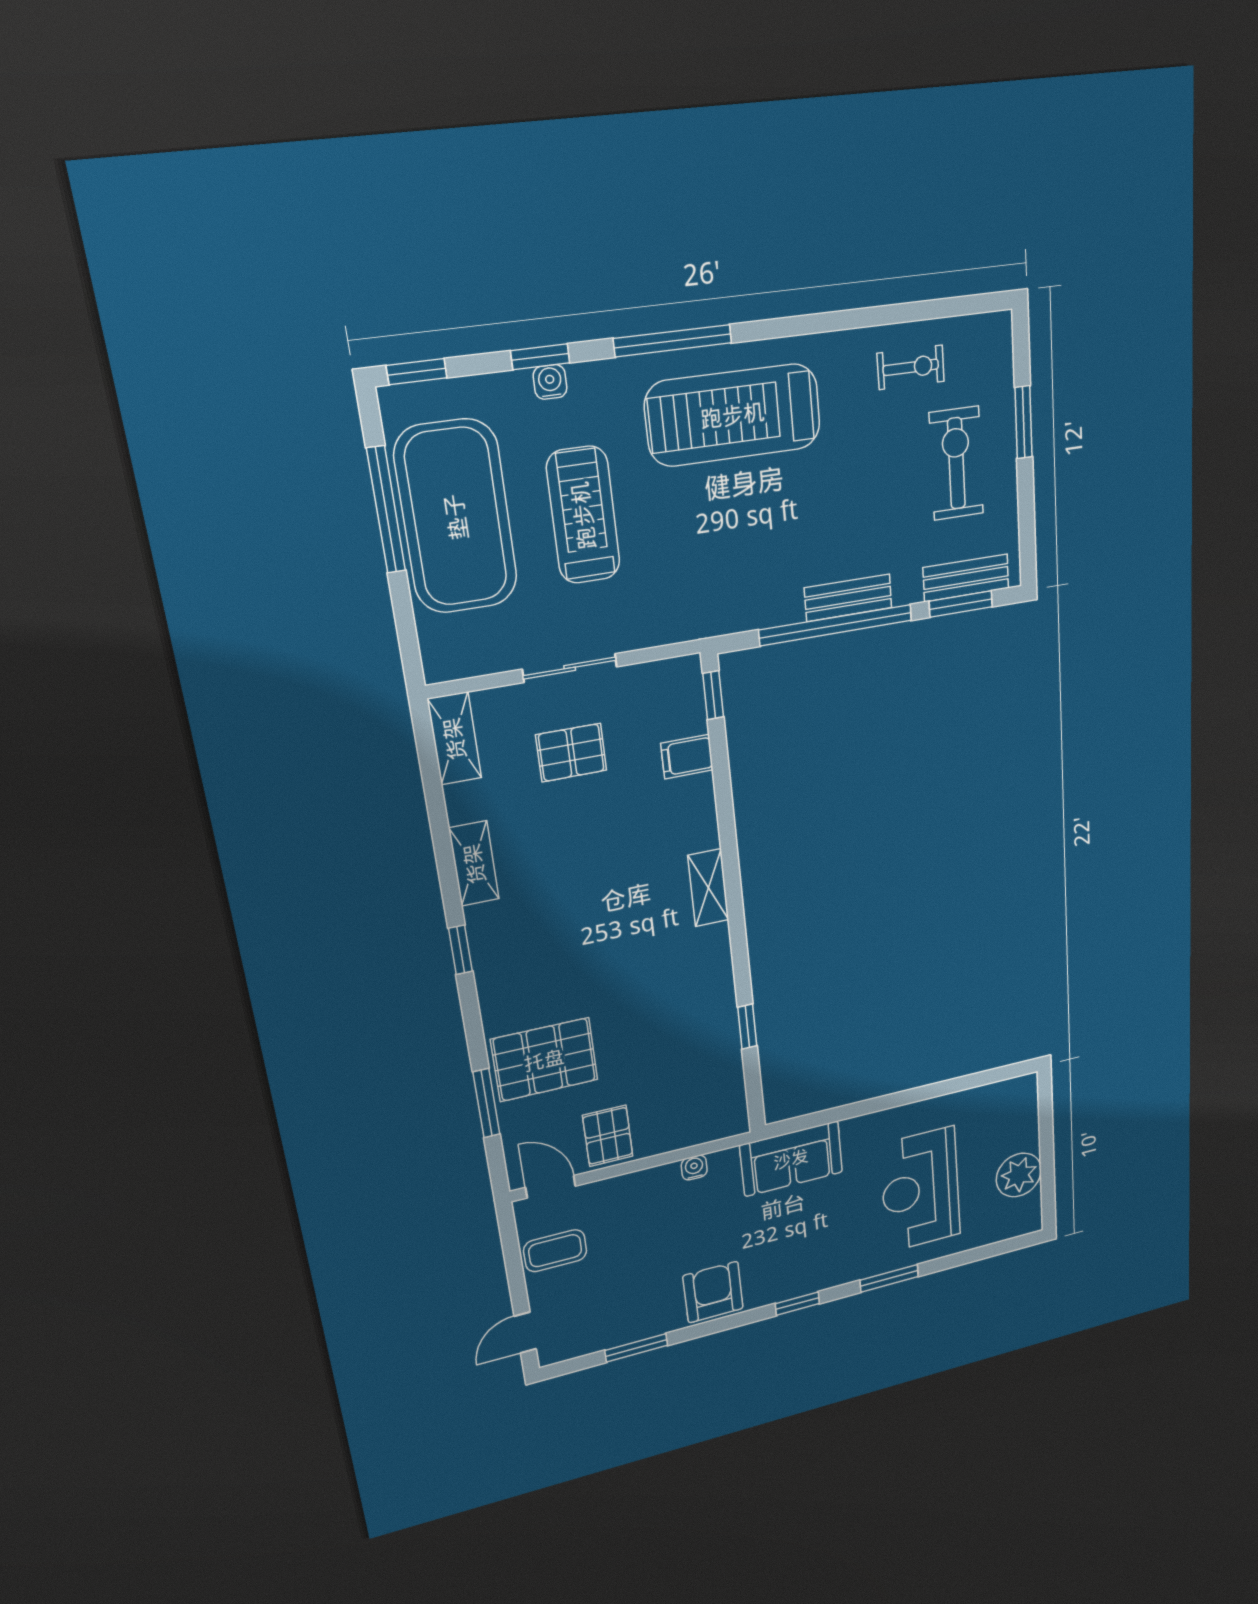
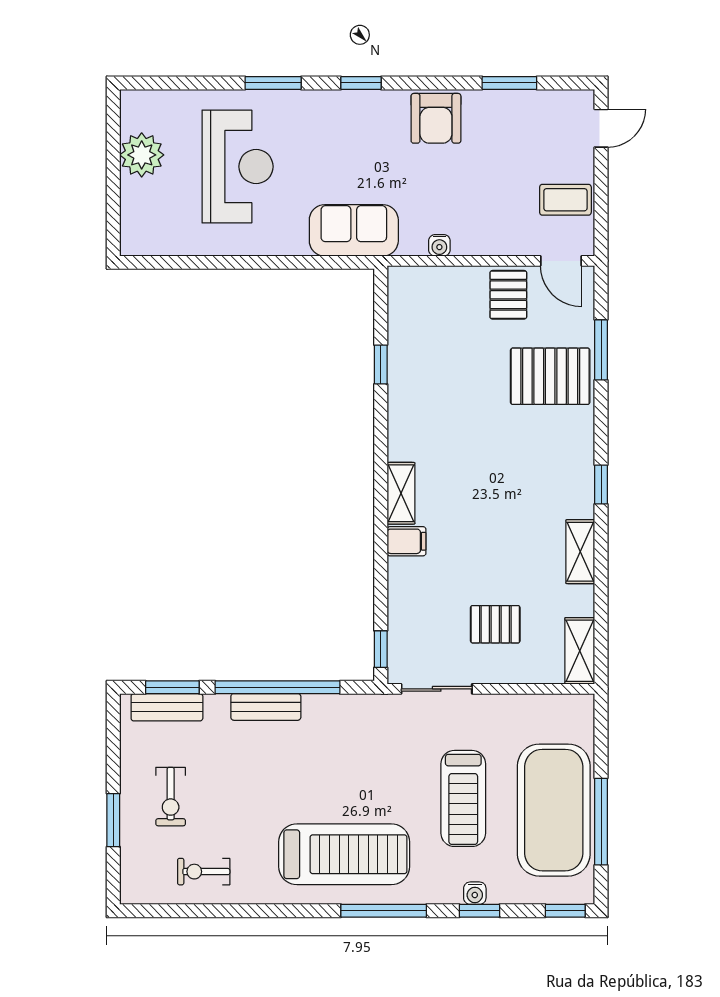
exercise bike: (956, 463) -> (171, 797), width x0.73, depth x0.72
sliding door: (570, 668) -> (437, 689), moved
filing cabinet: (687, 757) -> (406, 541), moved

